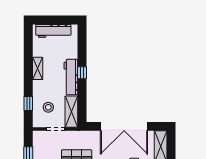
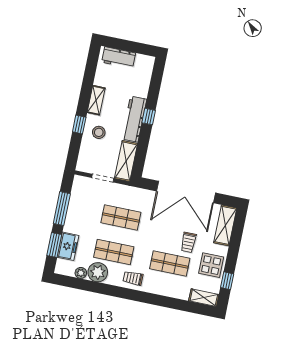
workbench: (53, 31) -> (119, 58), width x0.73
window: (28, 103) -> (79, 124), moved
stool: (48, 107) -> (99, 132), moved

